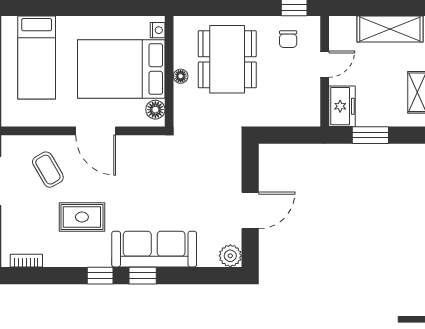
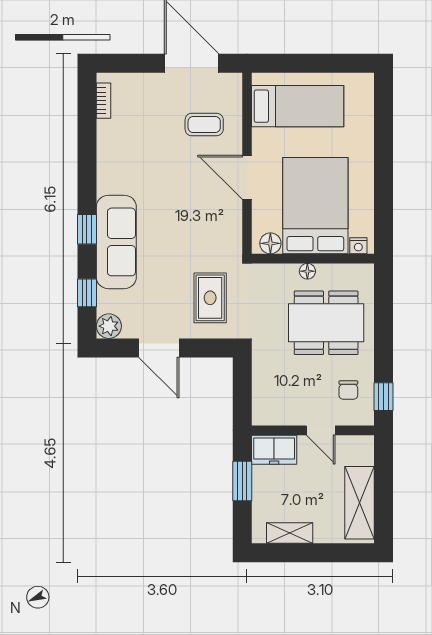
chair: (288, 39) -> (348, 390), turned -90
bed: (37, 57) -> (298, 106), moved, turned 180
door: (96, 131) -> (247, 177), hinge flipped
coffee table: (48, 170) -> (204, 125), turned 30
rug: (82, 217) -> (210, 298), moved
window: (100, 276) -> (87, 293), moved

